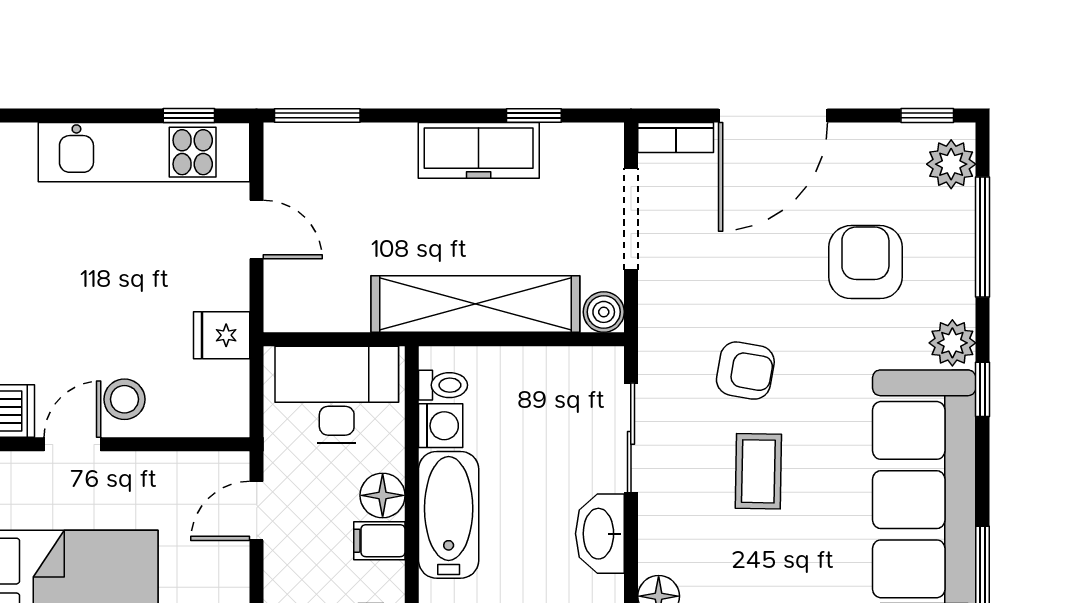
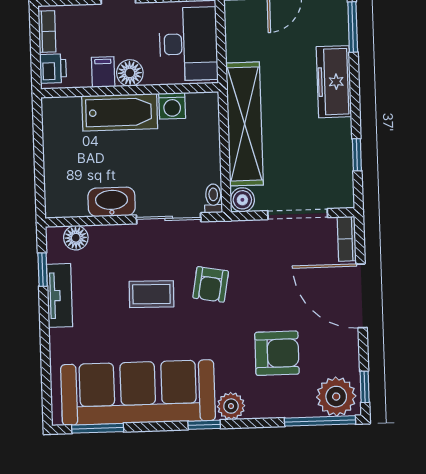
freezer: (479, 150) -> (334, 82), moved
plant: (951, 164) -> (336, 397), width x1.36, depth x1.36
window: (983, 237) -> (320, 421), moved
toilet: (443, 385) -> (213, 198), moved, turned 180

